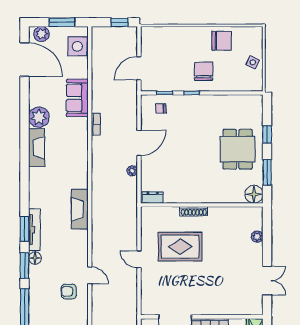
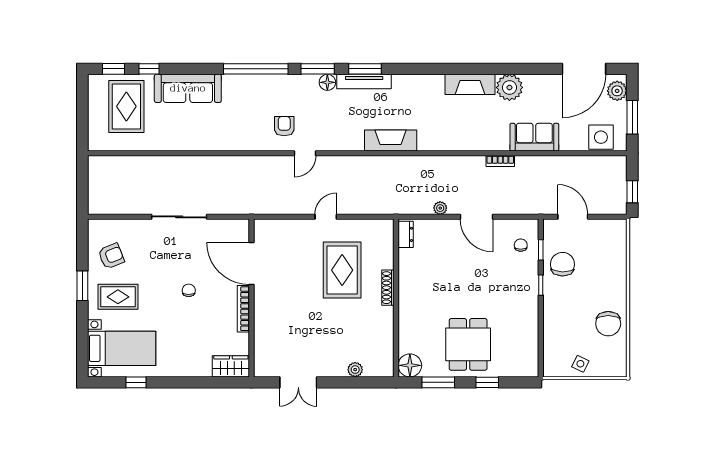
chair: (204, 71) -> (562, 264), moved, turned -89
dining table: (238, 149) -> (468, 344), turned 90

